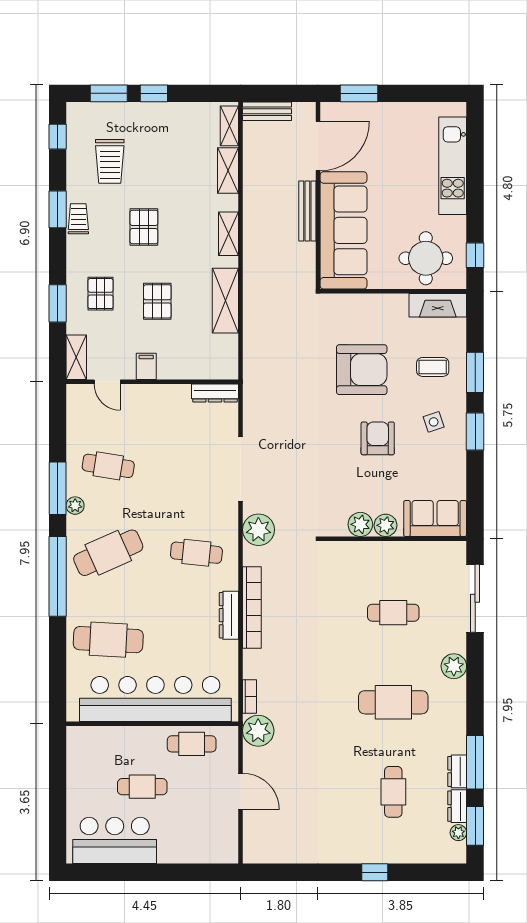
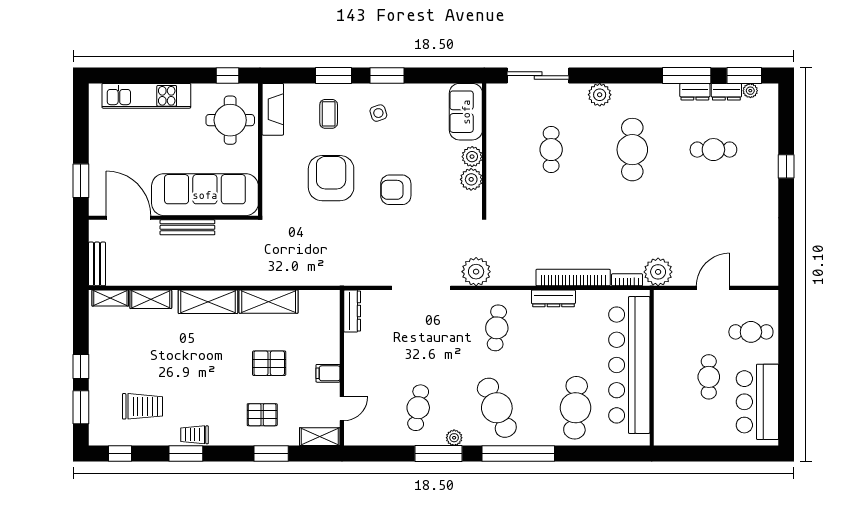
pallet: (144, 227) -> (202, 375), removed
shelving: (229, 234) -> (208, 302), width x1.50, depth x1.33
armchair: (378, 438) -> (396, 190), moved
bookcase: (252, 607) -> (573, 278), moved
cafe table: (192, 744) -> (751, 332), moved, turned 90

